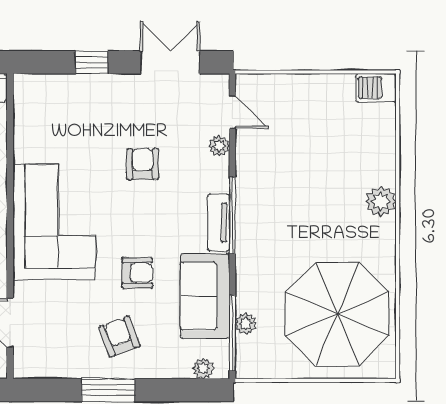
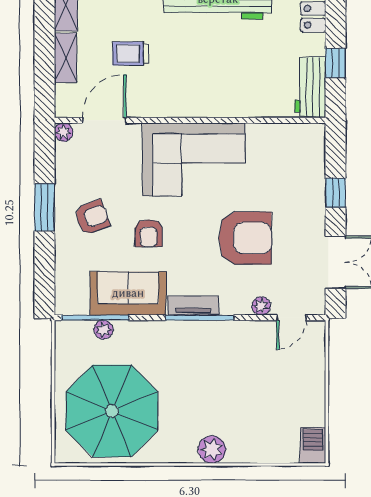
armchair: (143, 164) -> (245, 238), width x1.88, depth x1.88
plant: (203, 368) -> (64, 132), moved

